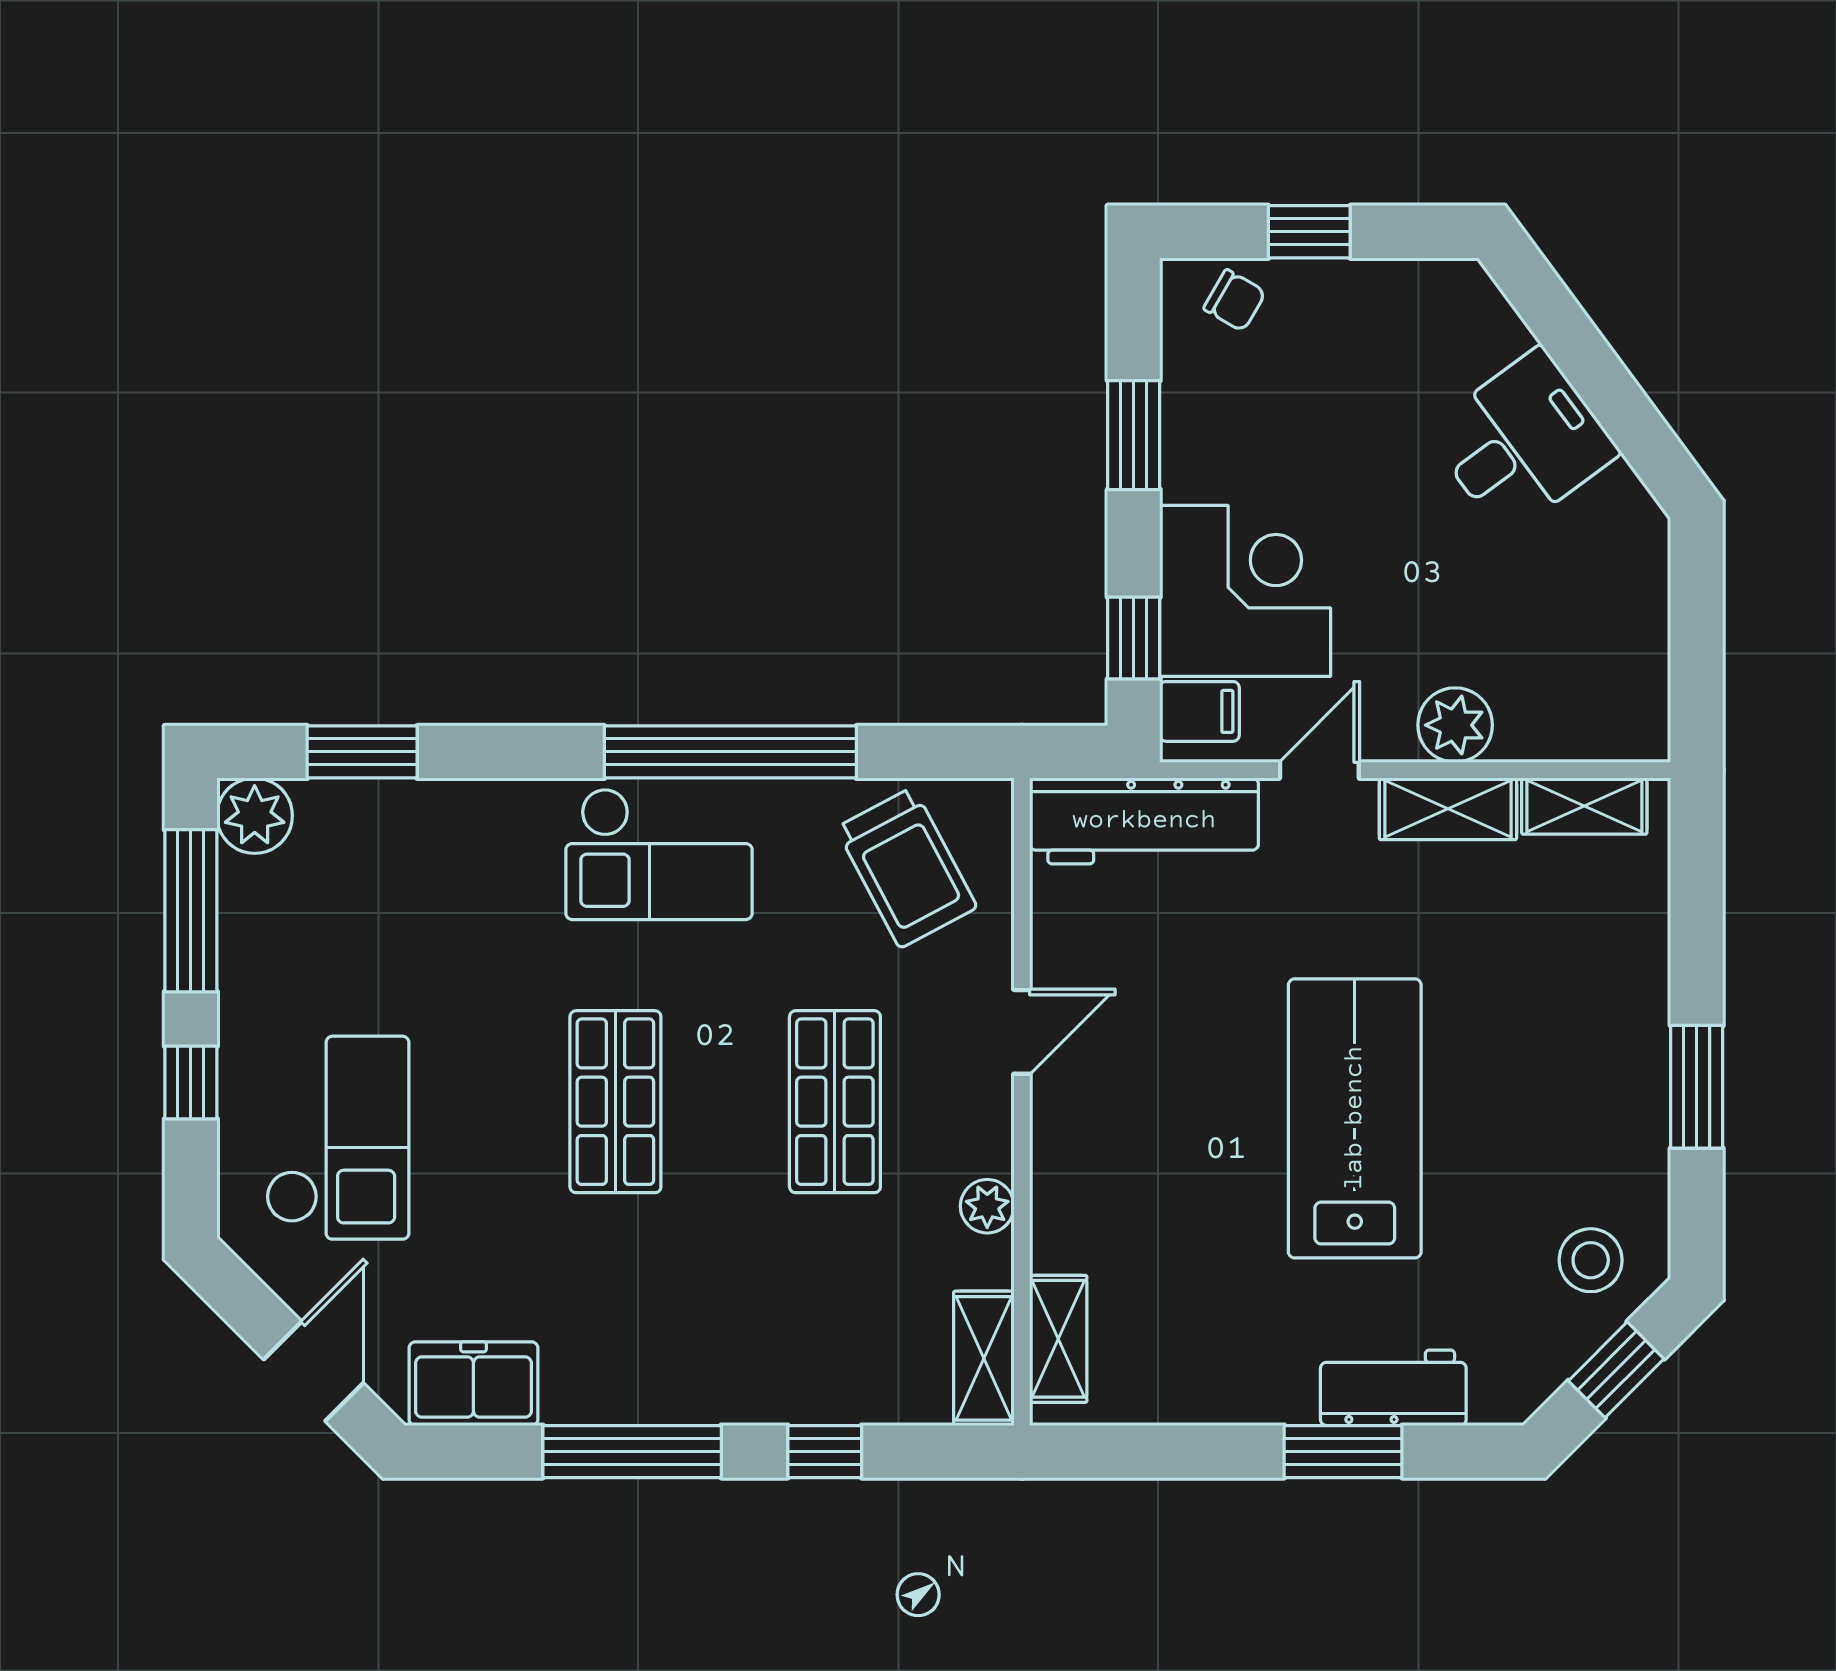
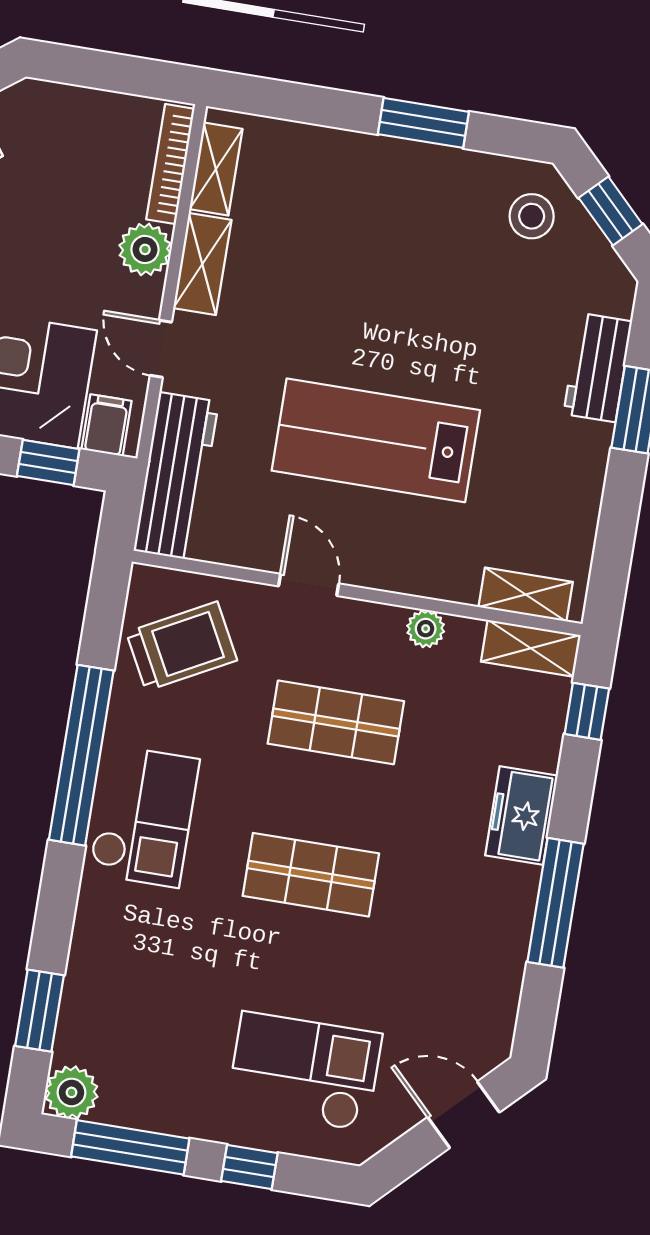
bookcase: (1581, 741) -> (170, 164), added
lab bench: (1355, 1118) -> (376, 440), moved
freezer: (473, 1384) -> (521, 816), moved
window: (825, 1452) -> (587, 711), moved

